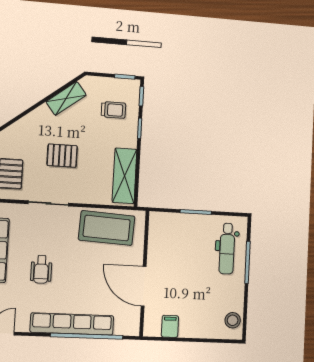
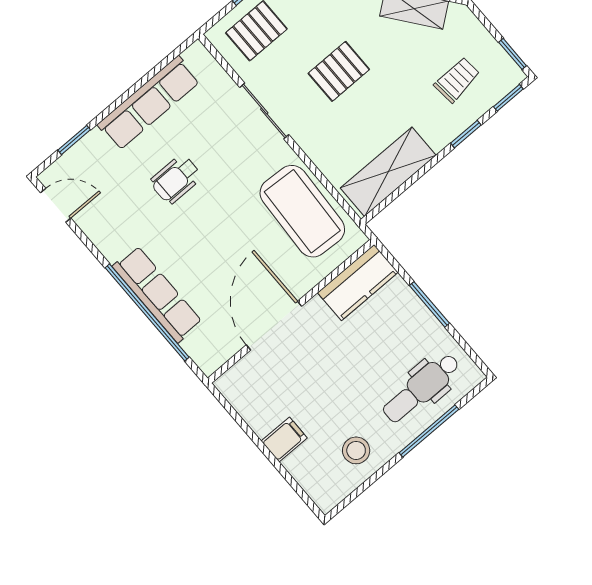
trolley: (113, 110) -> (457, 80), turned -95
pallet: (62, 156) -> (339, 71), turned 90
kitchen counter: (159, 233) -> (358, 283), added
stool: (233, 320) -> (356, 450), moved
row of seats: (72, 324) -> (157, 294), width x0.73
filing cabinet: (170, 326) -> (284, 440), moved

